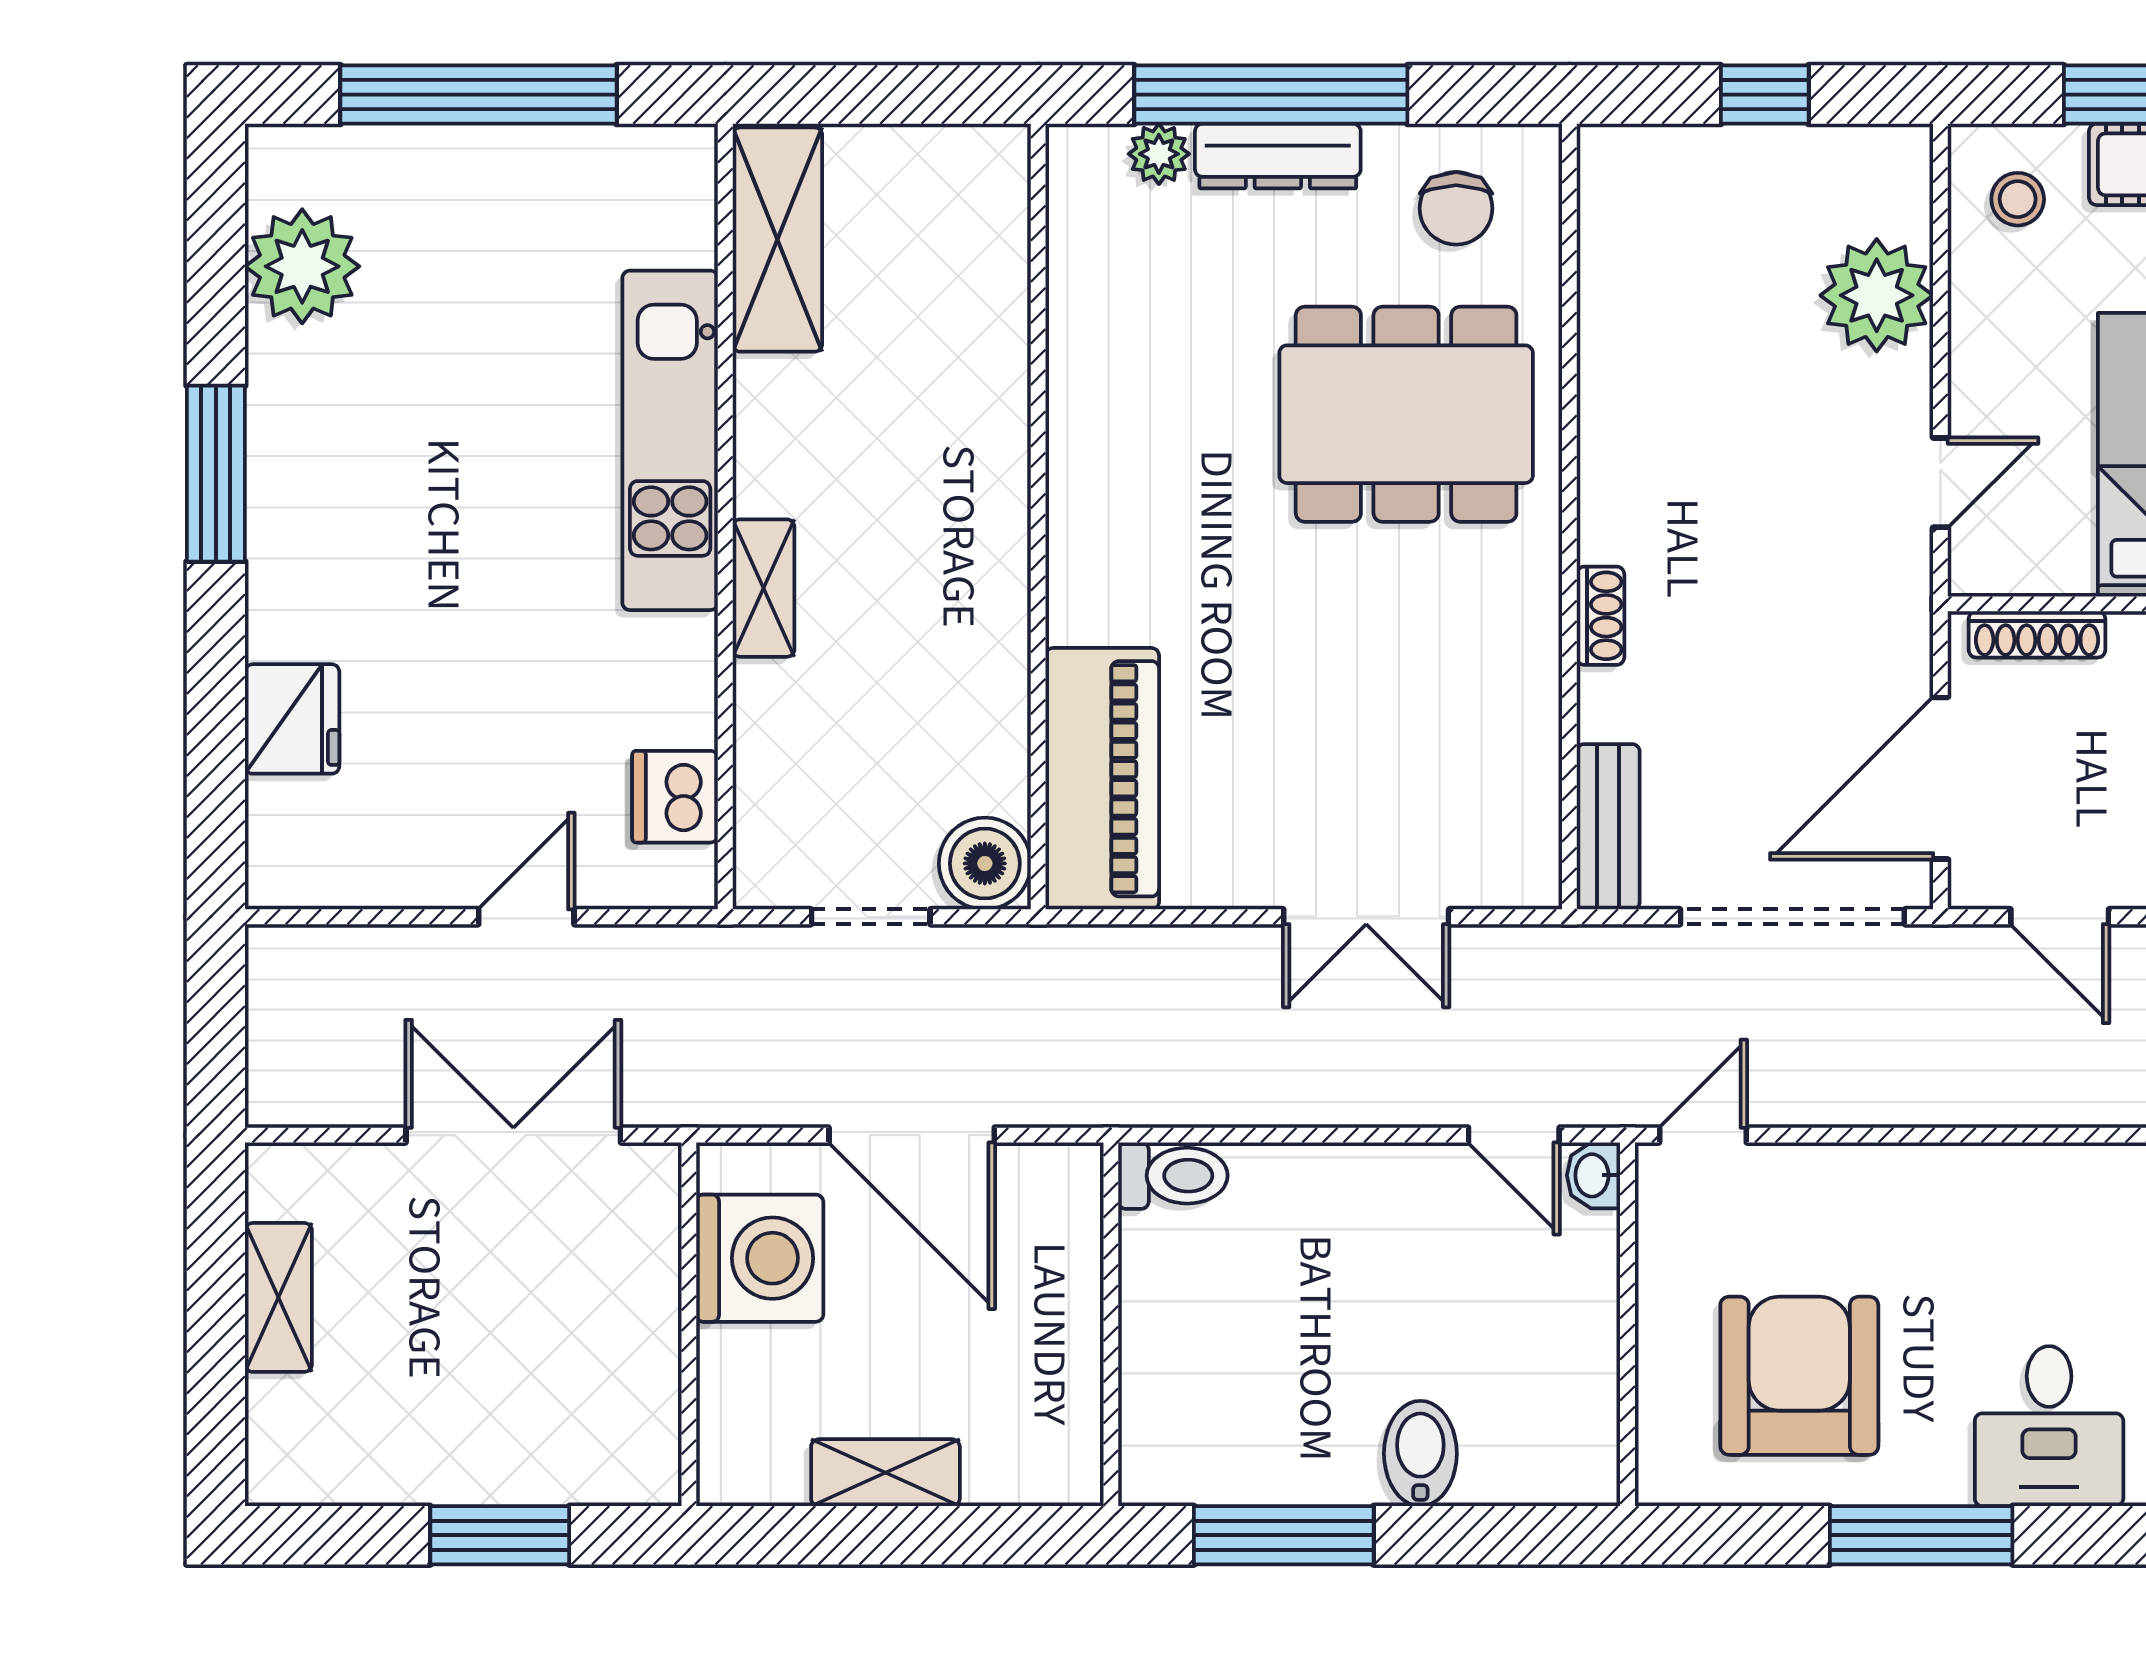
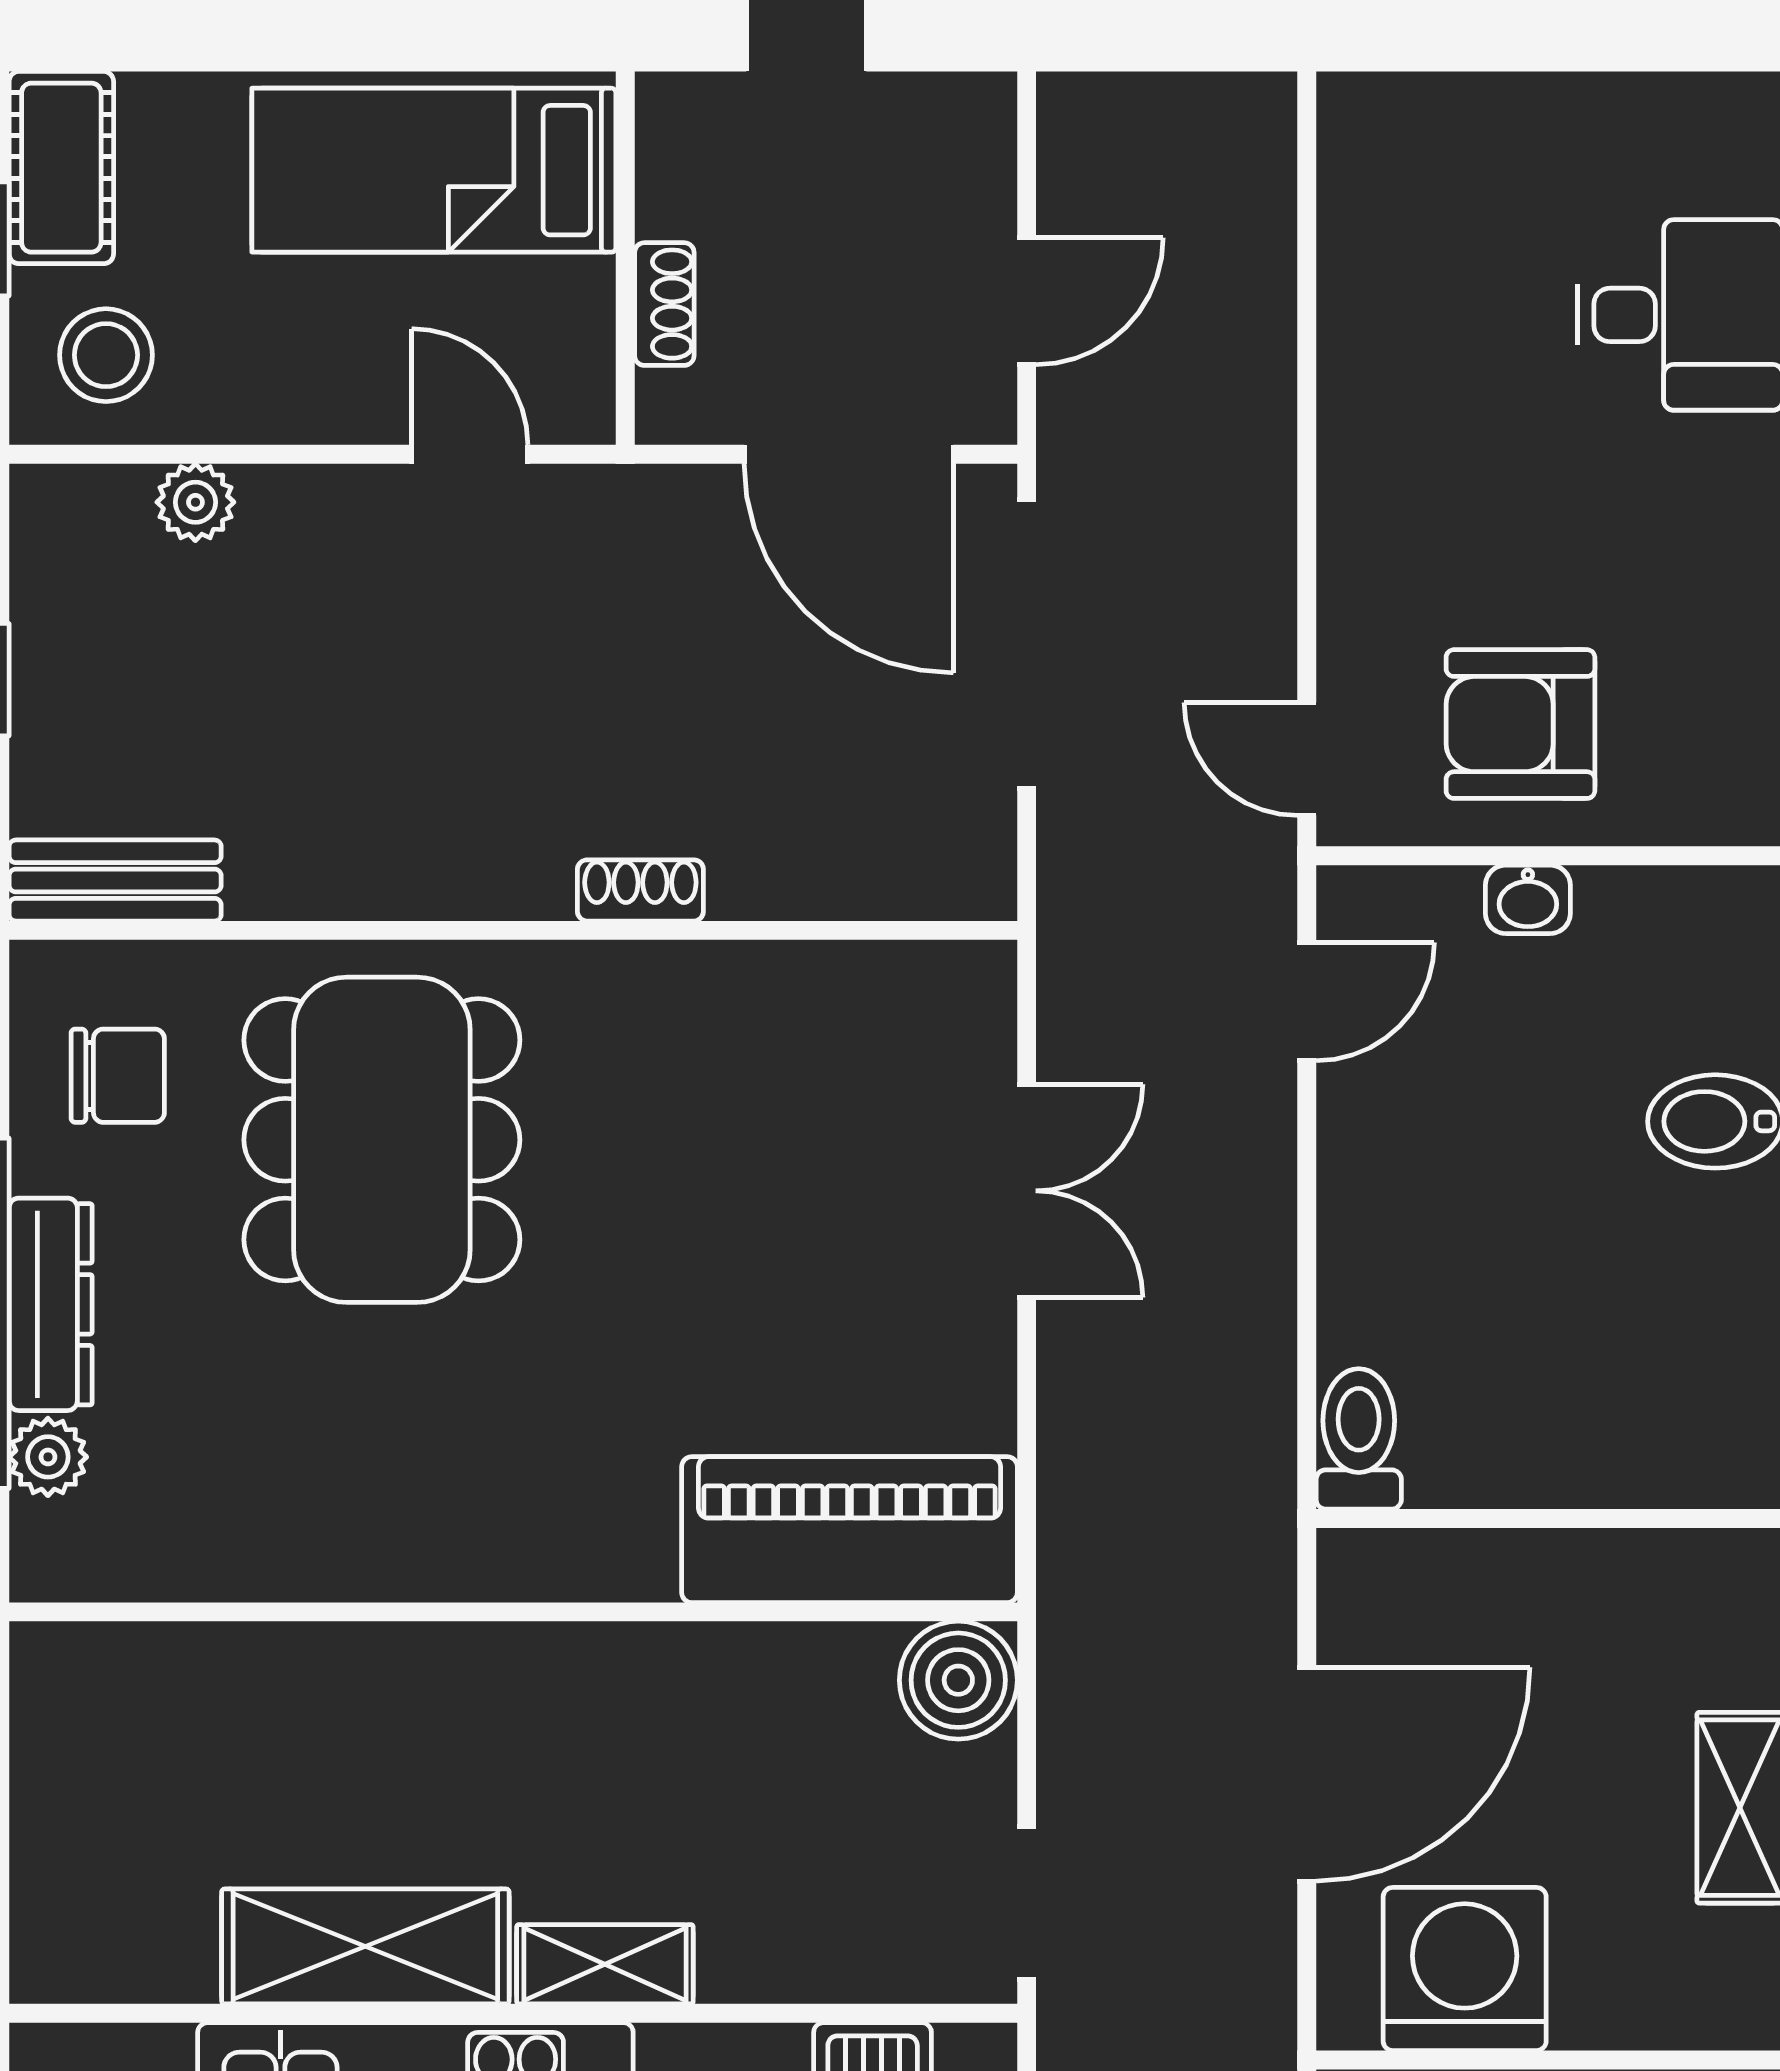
stool: (2018, 199) -> (106, 355), width x1.37, depth x1.37
shelving: (777, 240) -> (365, 1946), moved
plant: (1877, 295) -> (195, 502), width x0.53, depth x0.53
shoe rack: (2037, 634) -> (664, 304), width x0.70
bench: (1608, 827) -> (115, 881), moved
doorway: (871, 917) -> (1027, 1903), moved
washbasin: (1594, 1175) -> (1528, 899), moved
armchair: (1799, 1376) -> (1520, 724), moved, width x0.73, depth x0.73

